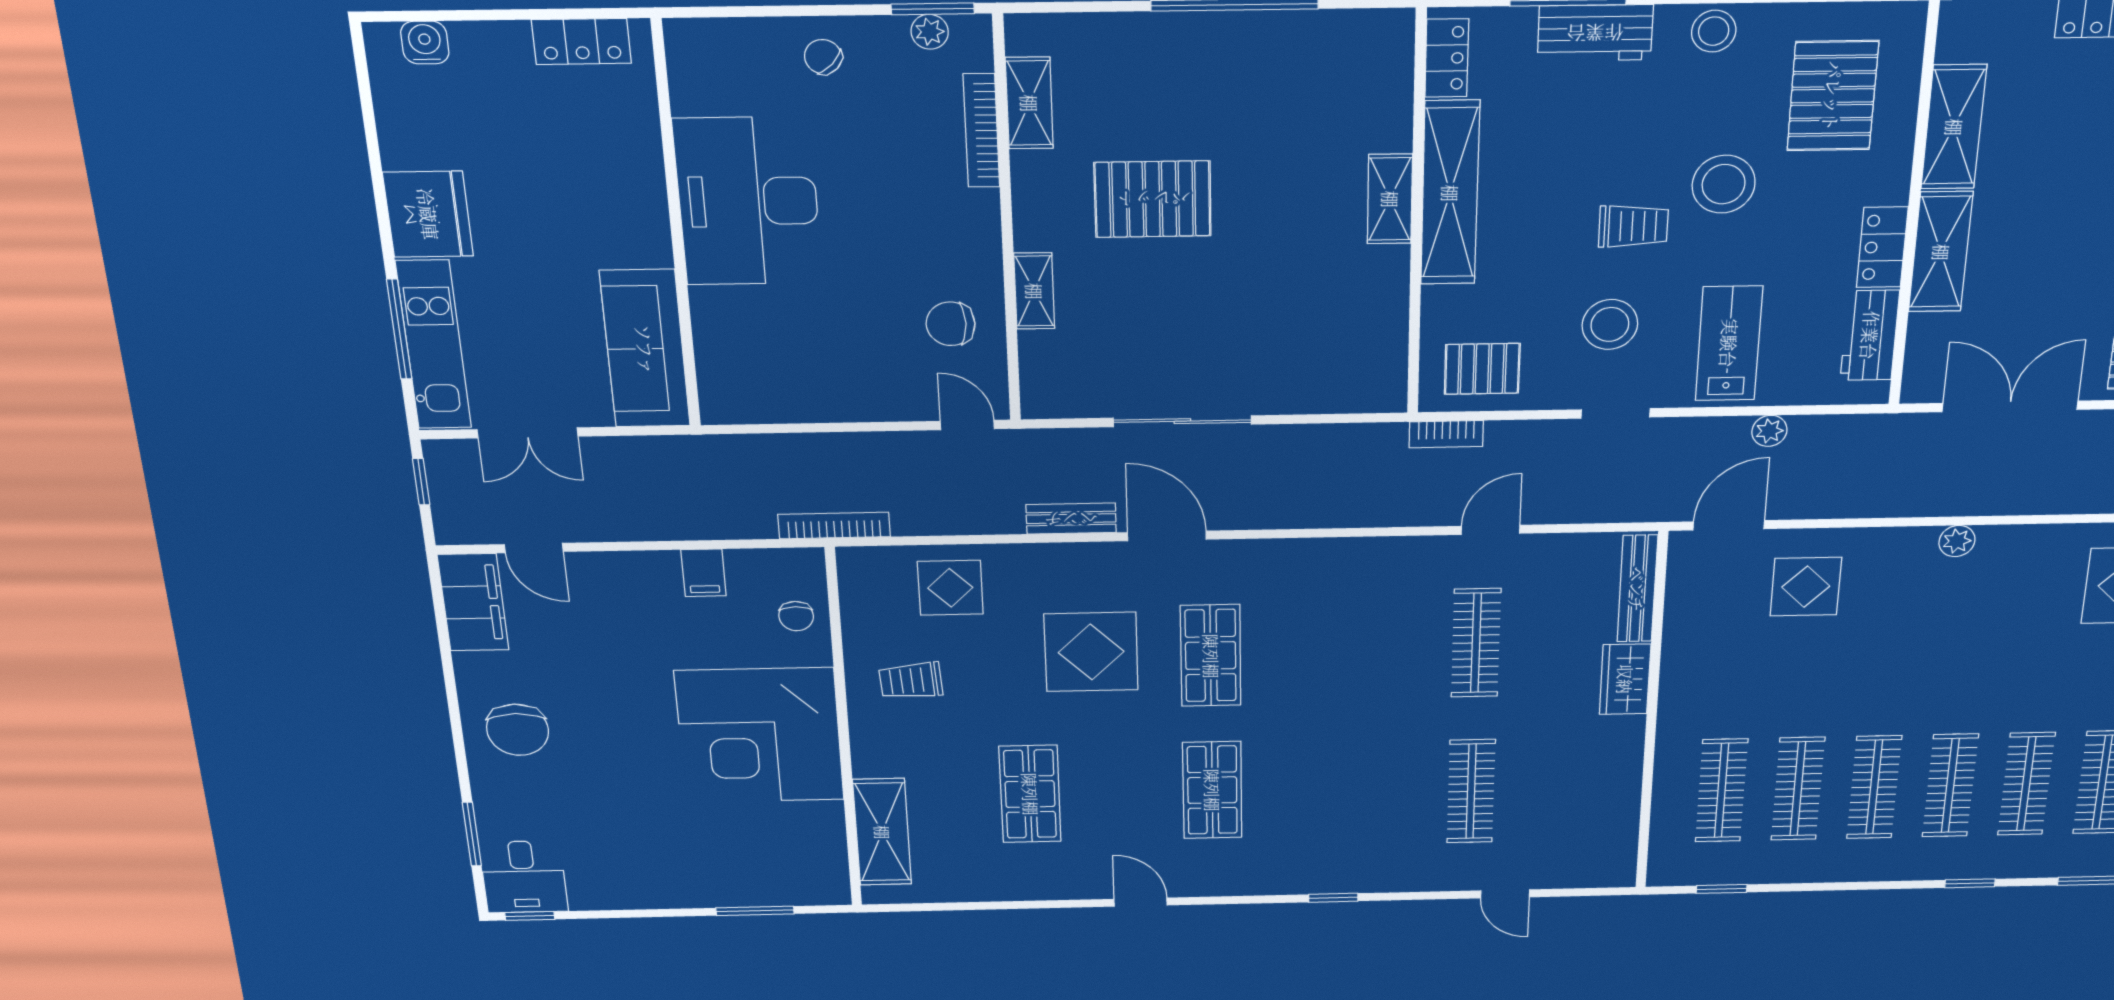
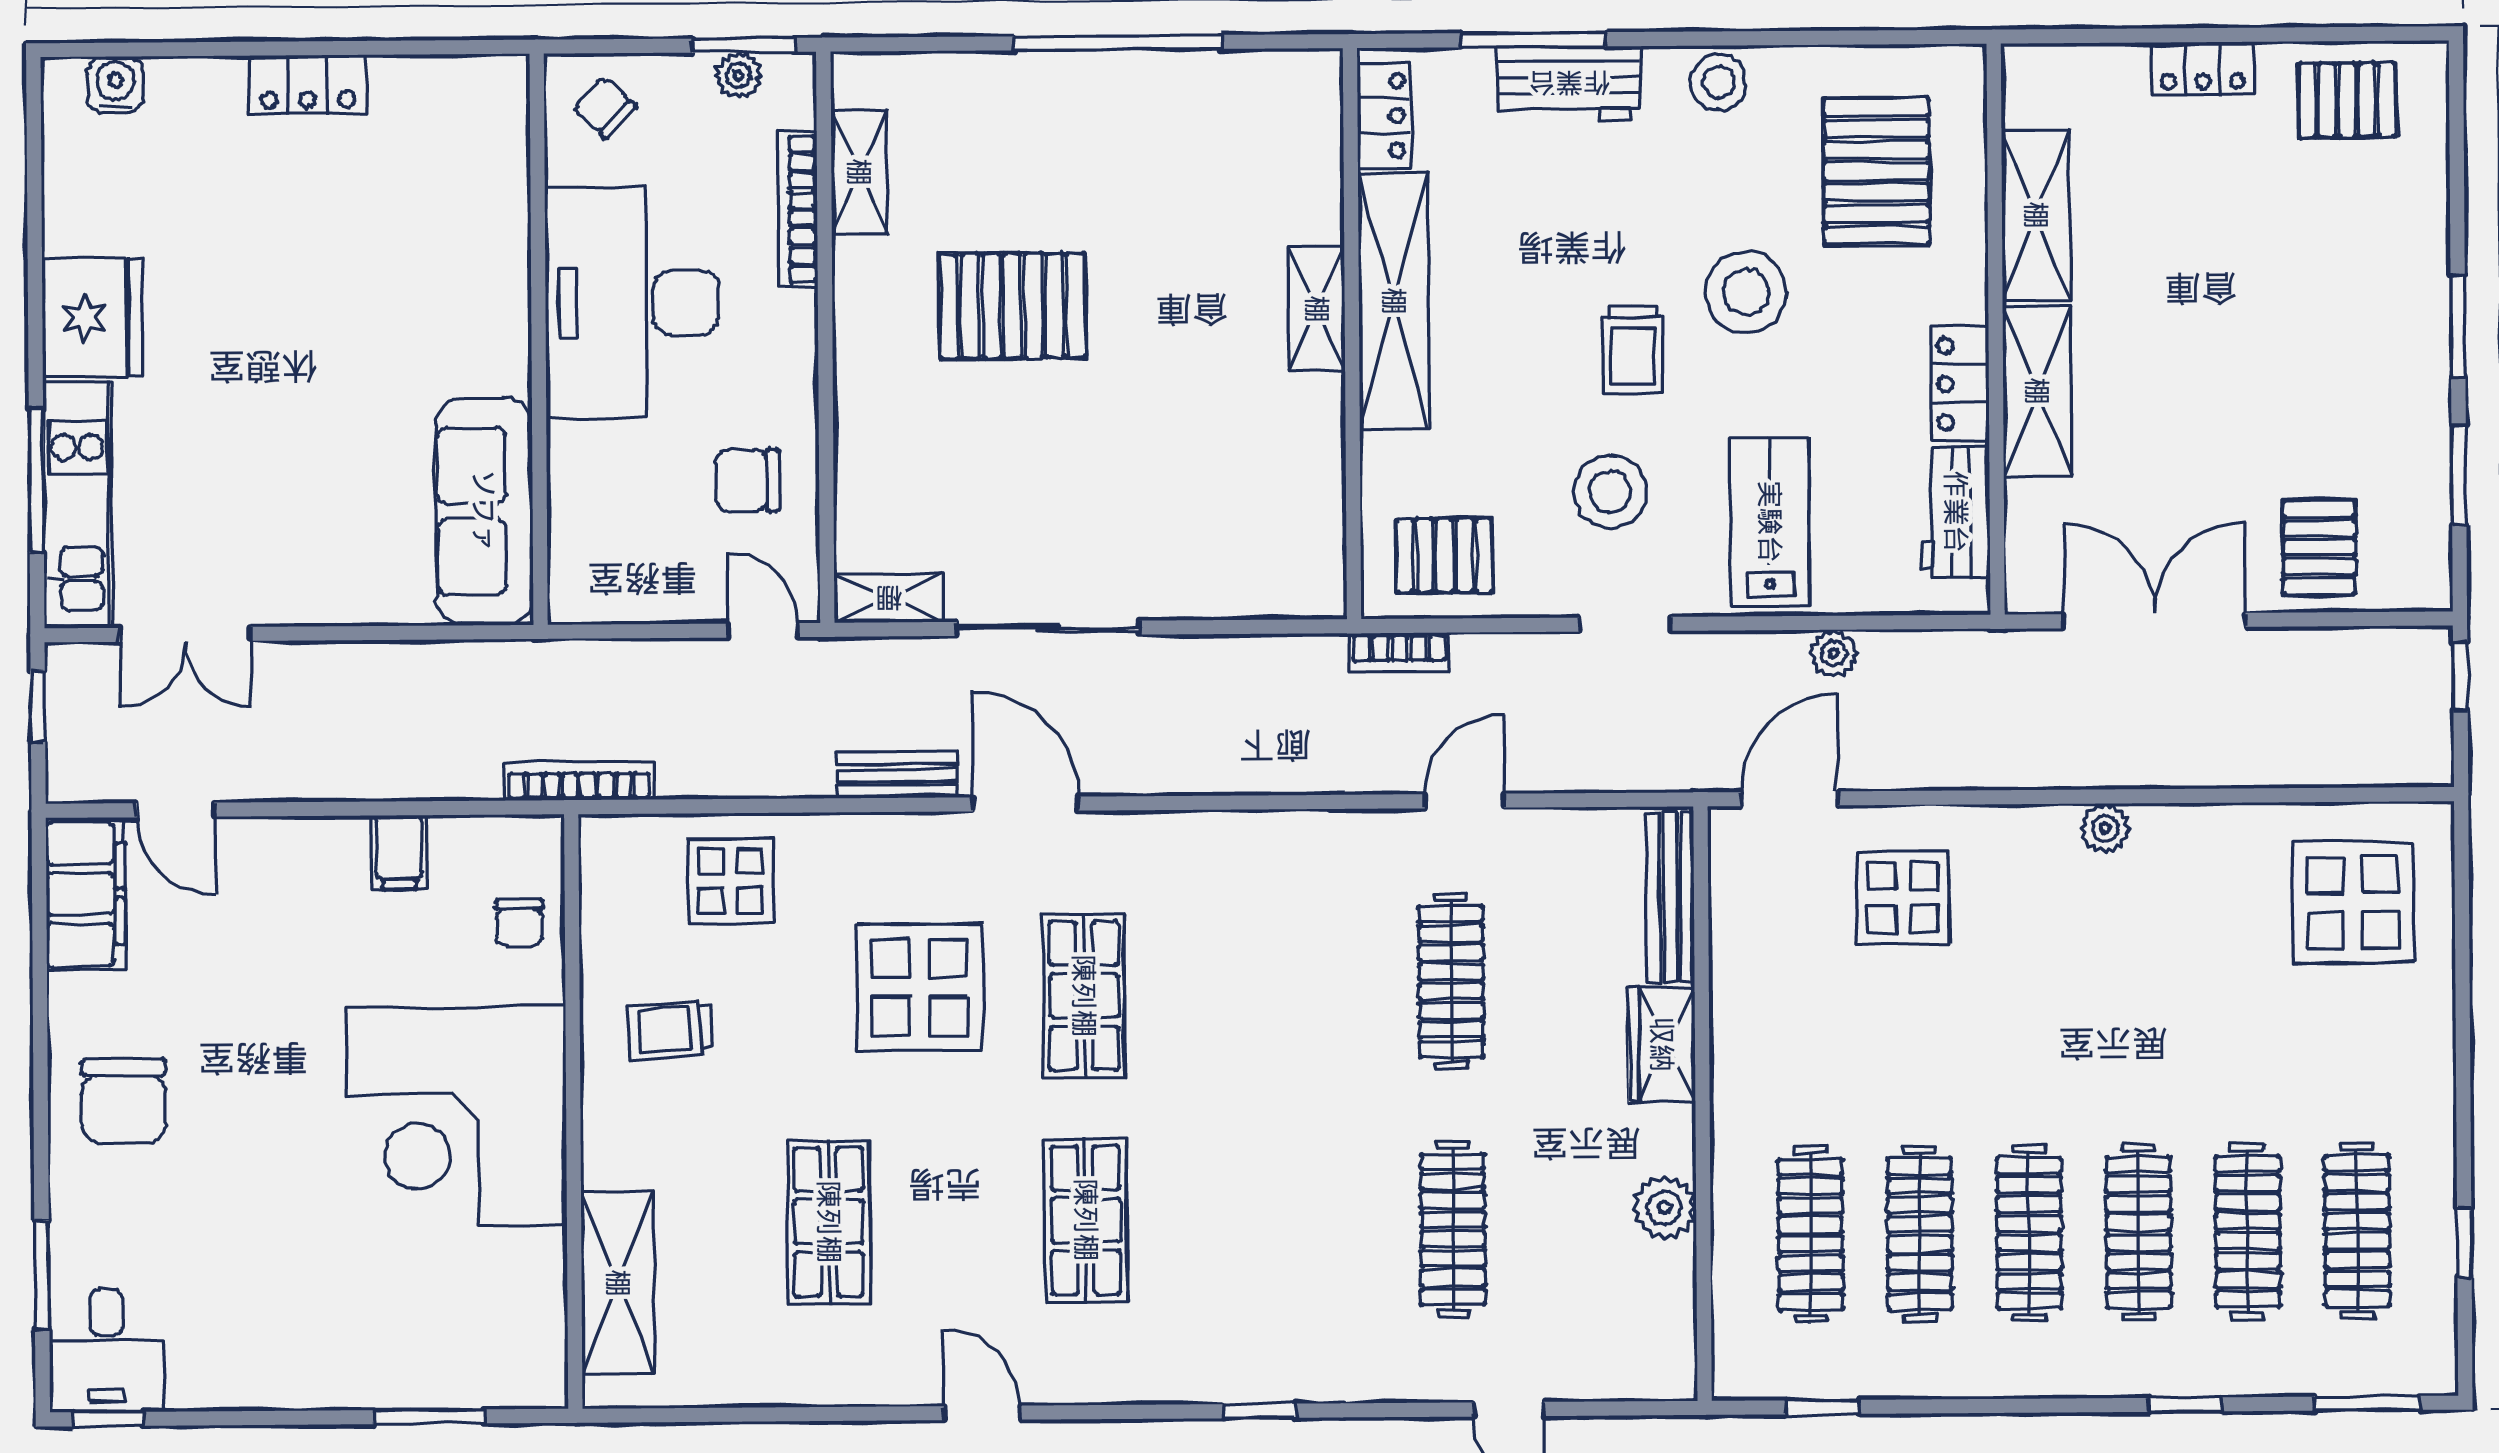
desk: (748, 201) -> (632, 303), moved
trolley: (1633, 226) -> (1633, 350), turned 90
wall: (676, 228) -> (539, 339), moved
shelving: (1034, 291) -> (889, 598), moved, turned 90
sofa: (645, 349) -> (484, 511), moved
plant: (1620, 776) -> (1664, 1208), added

